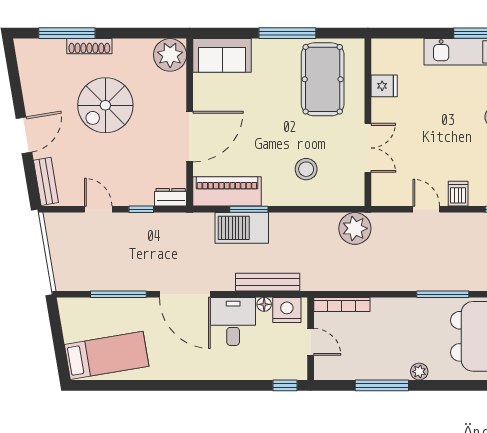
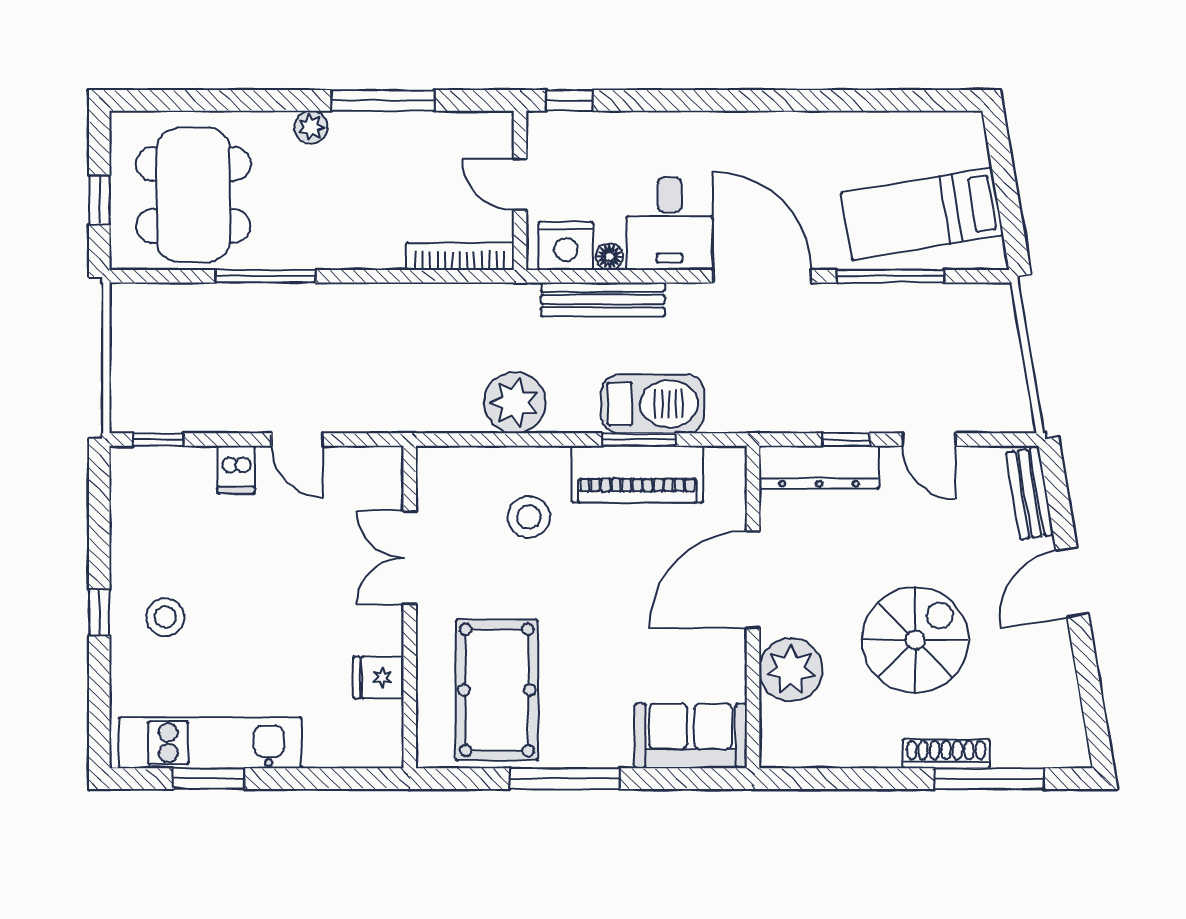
plant: (170, 55) -> (791, 670), moved
piano: (227, 191) -> (637, 474), moved
dresser: (171, 197) -> (819, 467), width x1.96, depth x1.24
plant: (355, 228) -> (515, 403), moved
bed: (107, 355) -> (922, 214), moved

